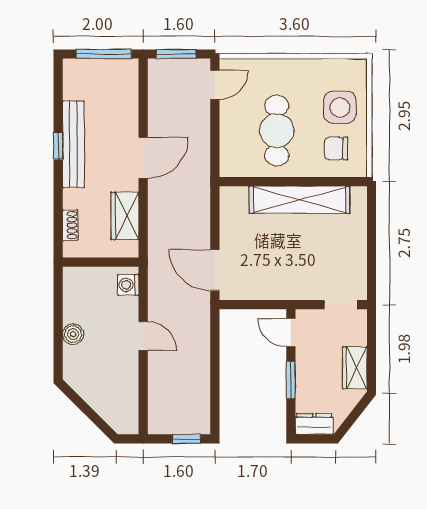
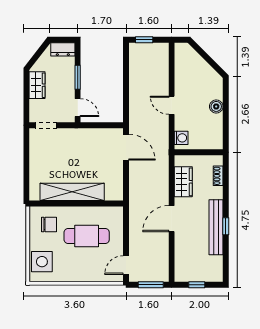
window: (104, 54) -> (197, 285), width x0.46
side table: (340, 107) -> (42, 262), moved
cafe table: (277, 131) -> (87, 236), turned 90

